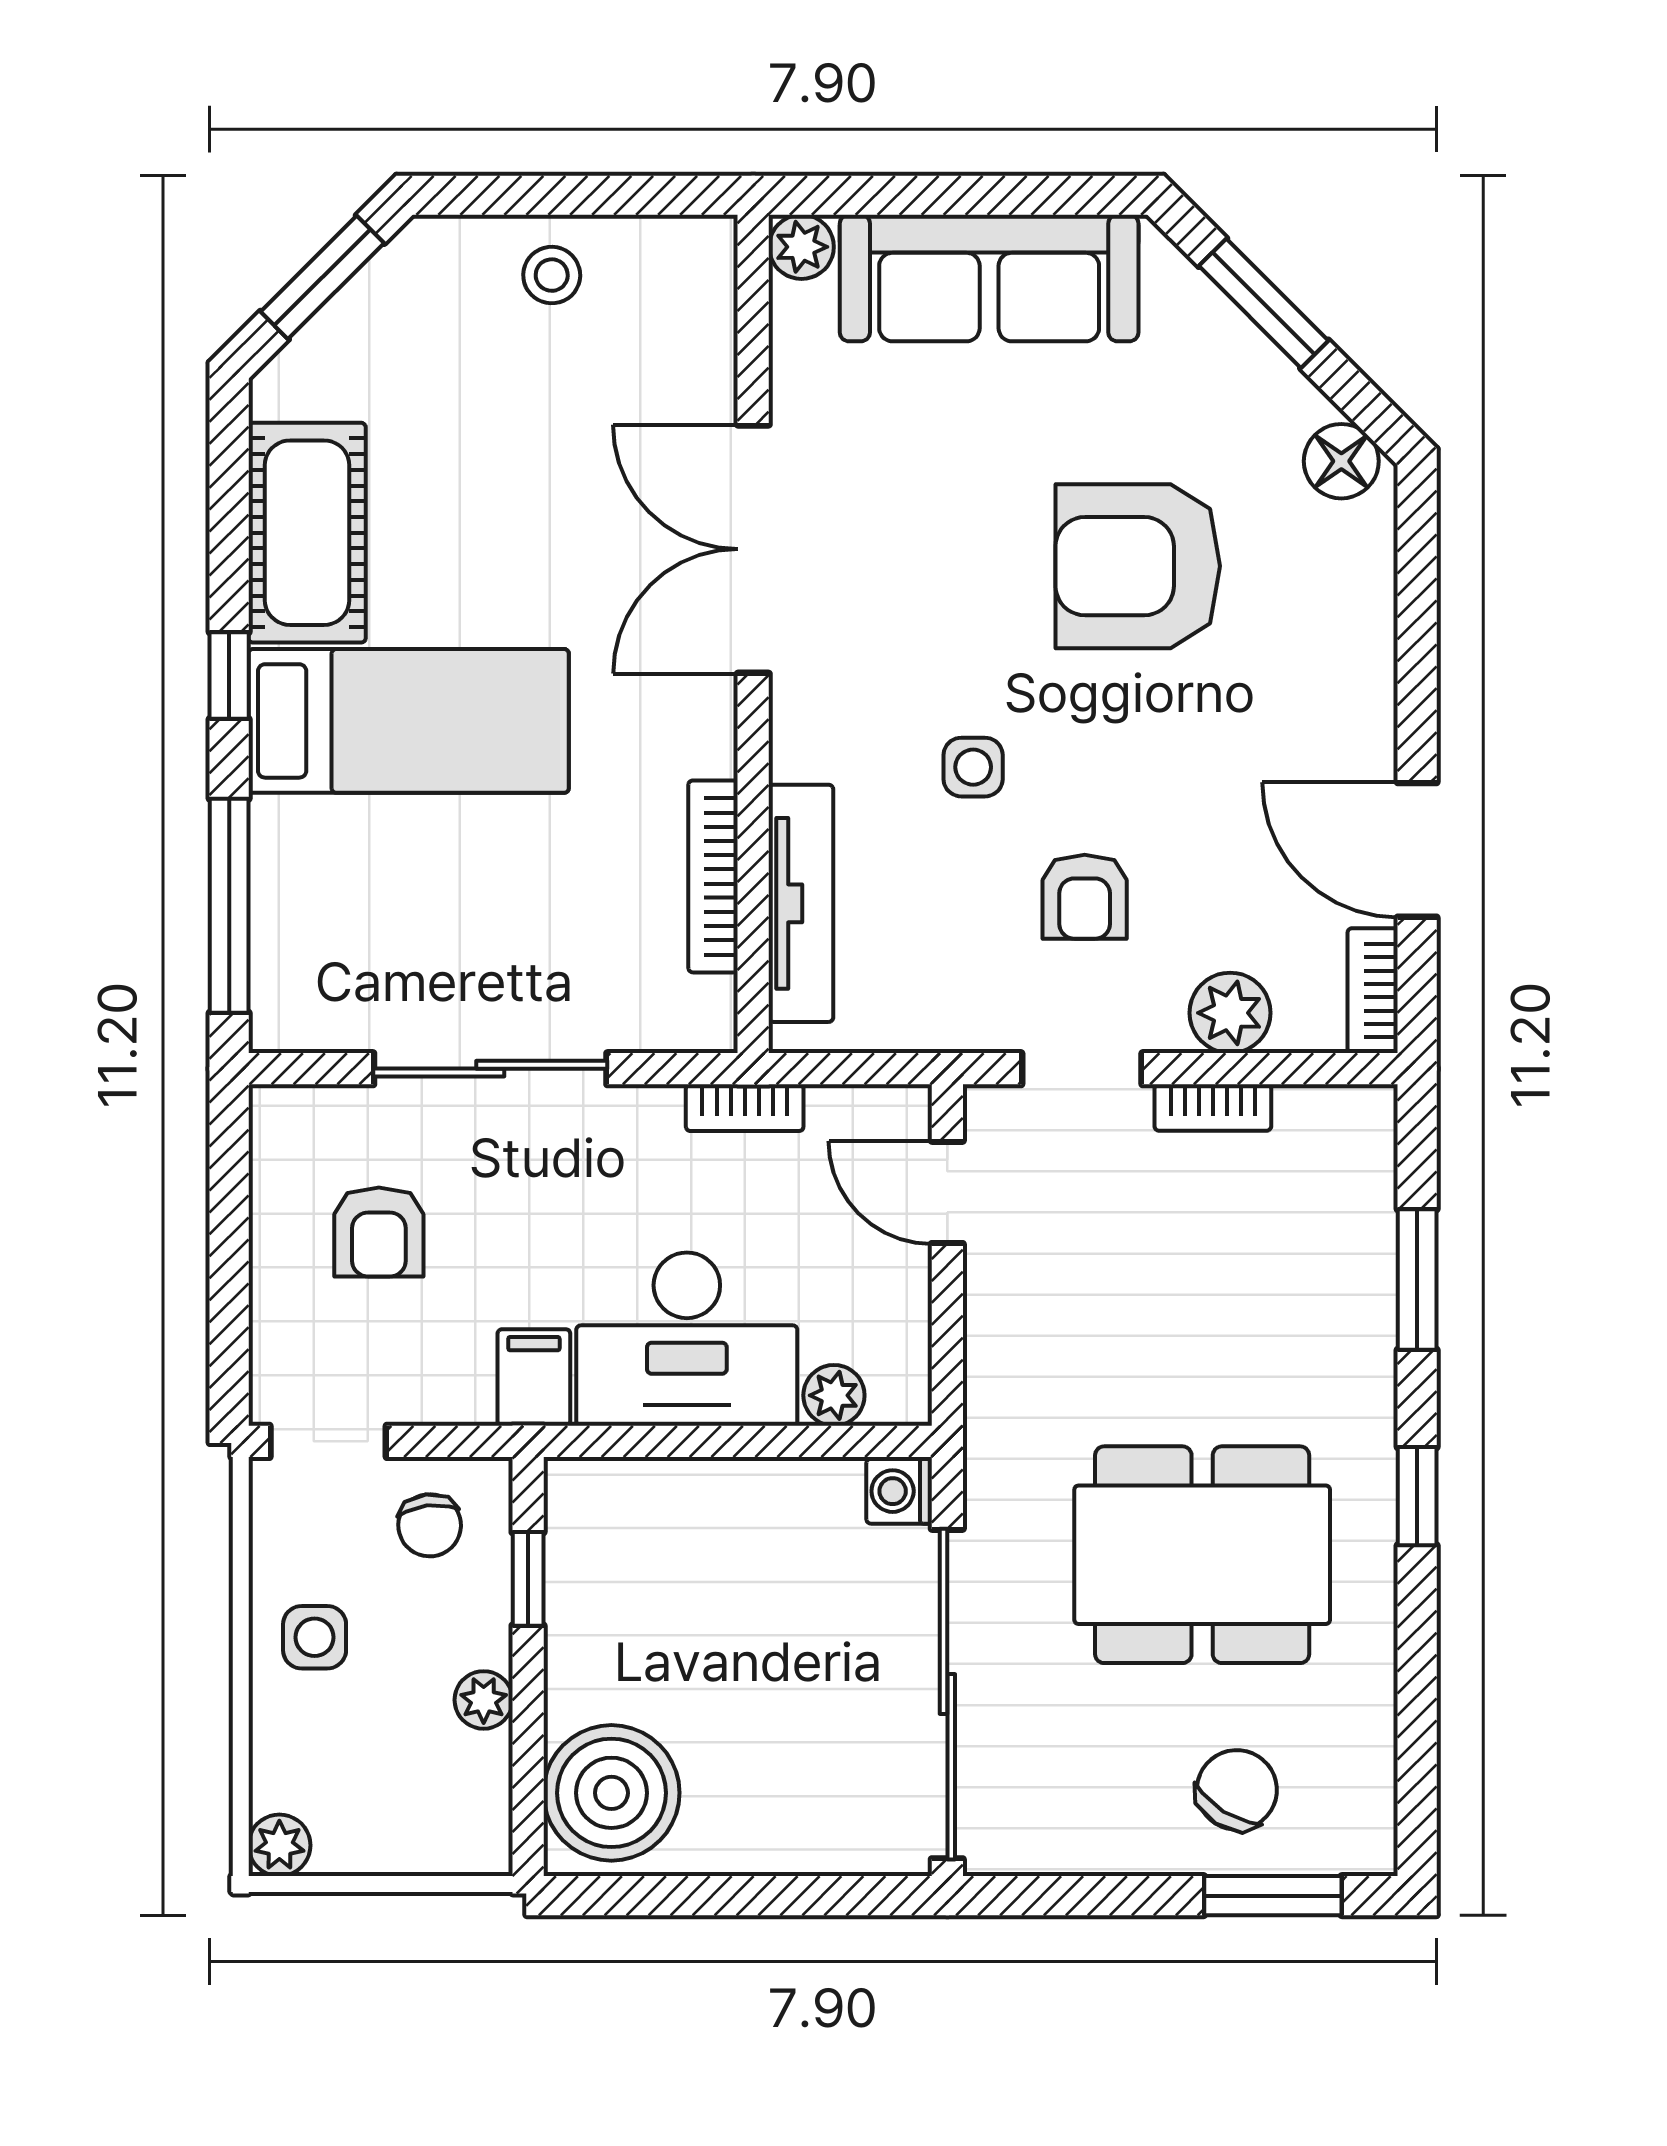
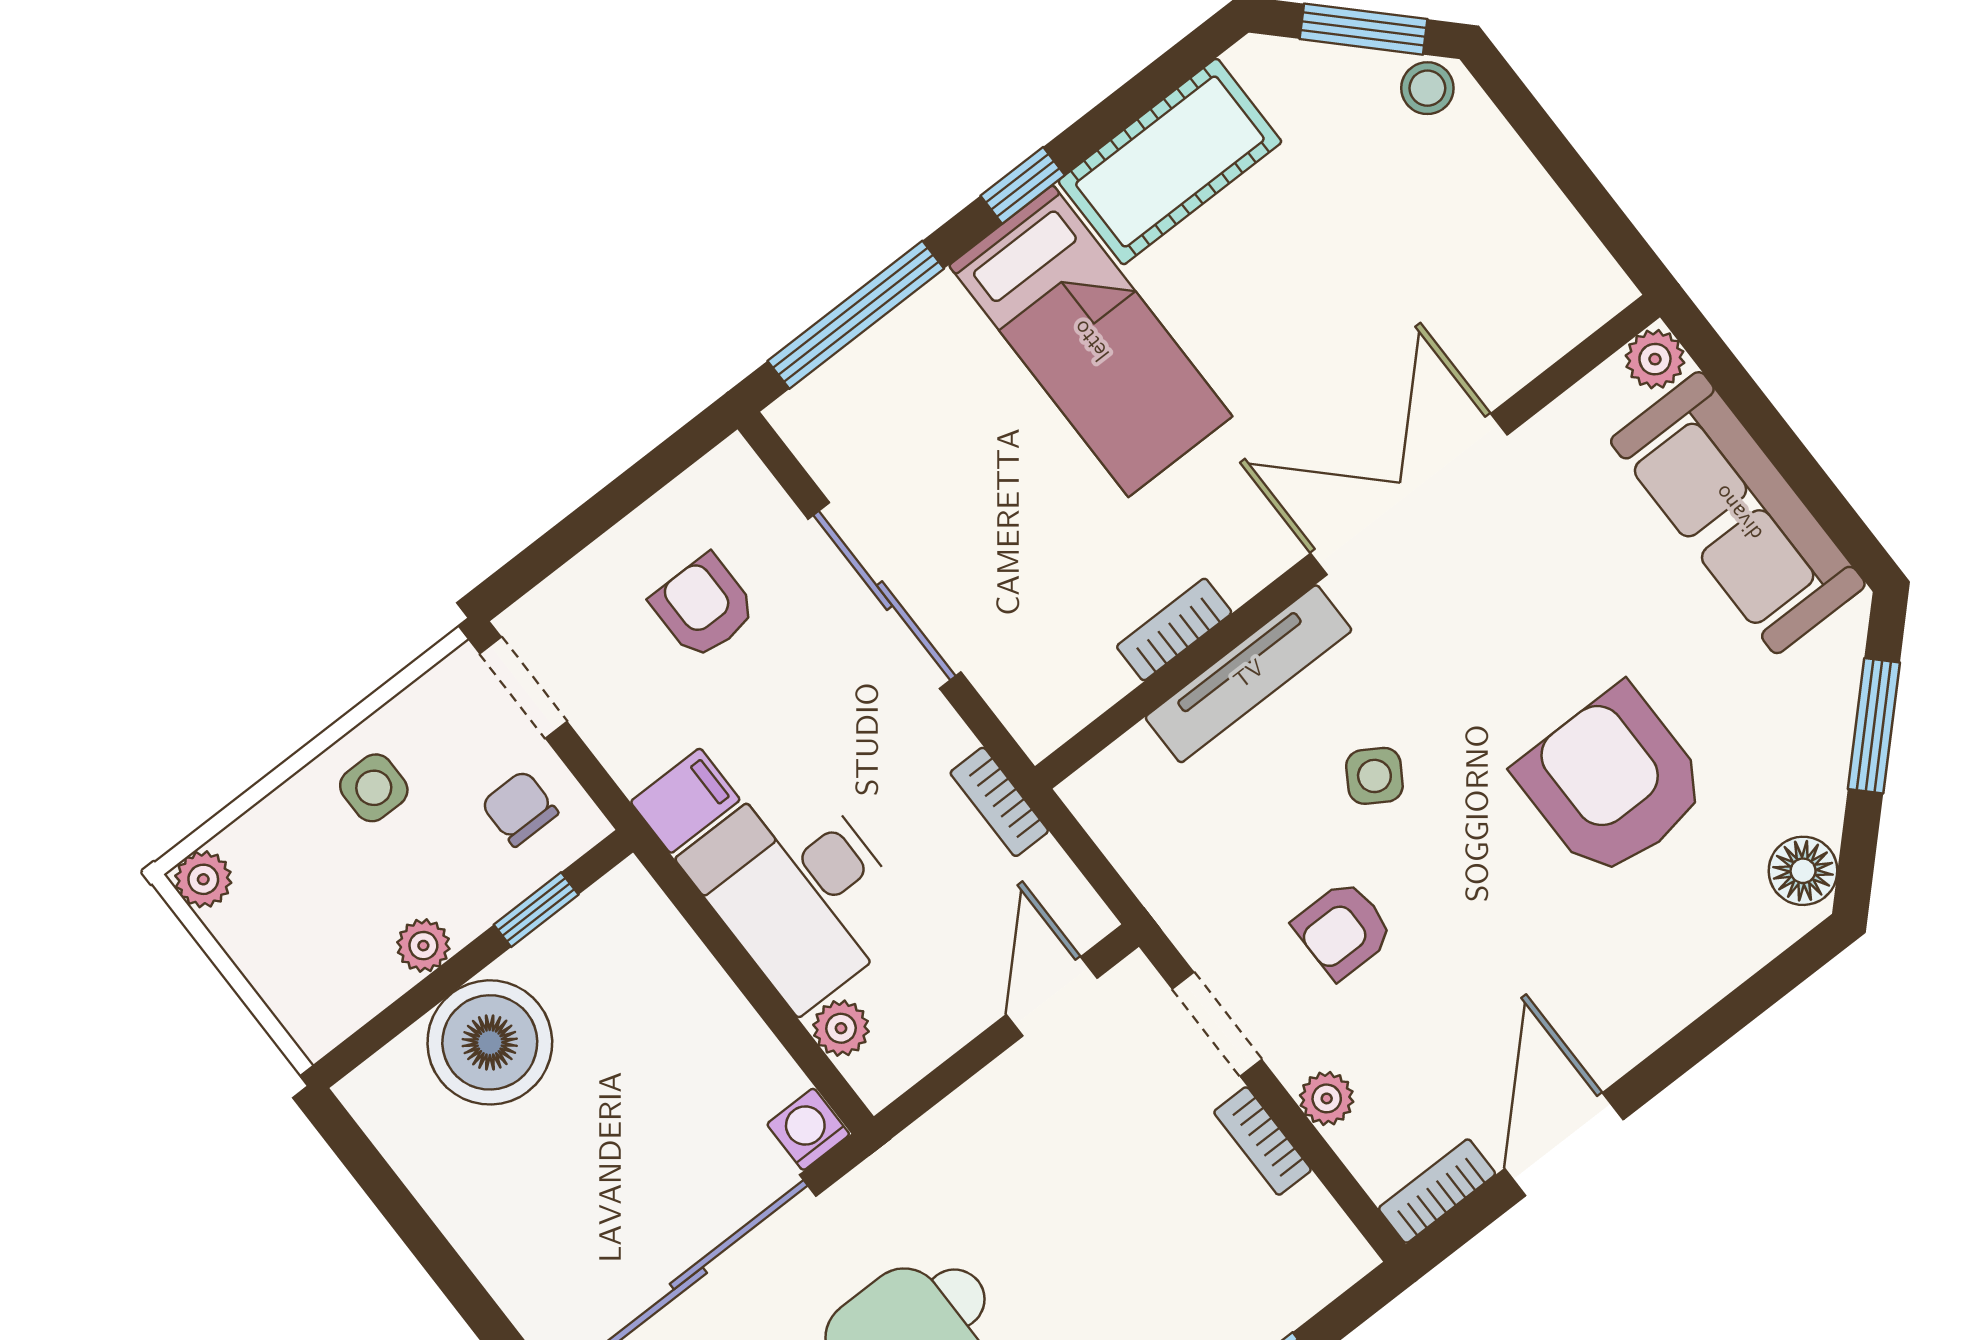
stool: (552, 275) -> (1427, 88), moved
side table: (973, 767) -> (1374, 776), turned 32
bookcase: (713, 876) -> (1174, 629), width x0.64
tv unit: (801, 903) -> (1249, 674), moved
plant: (1230, 1013) -> (1327, 1098), width x0.73, depth x0.73
armchair: (379, 1232) -> (704, 607), turned 90
chair: (430, 1525) -> (520, 808), turned 97
boiler: (611, 1793) -> (490, 1042), moved

